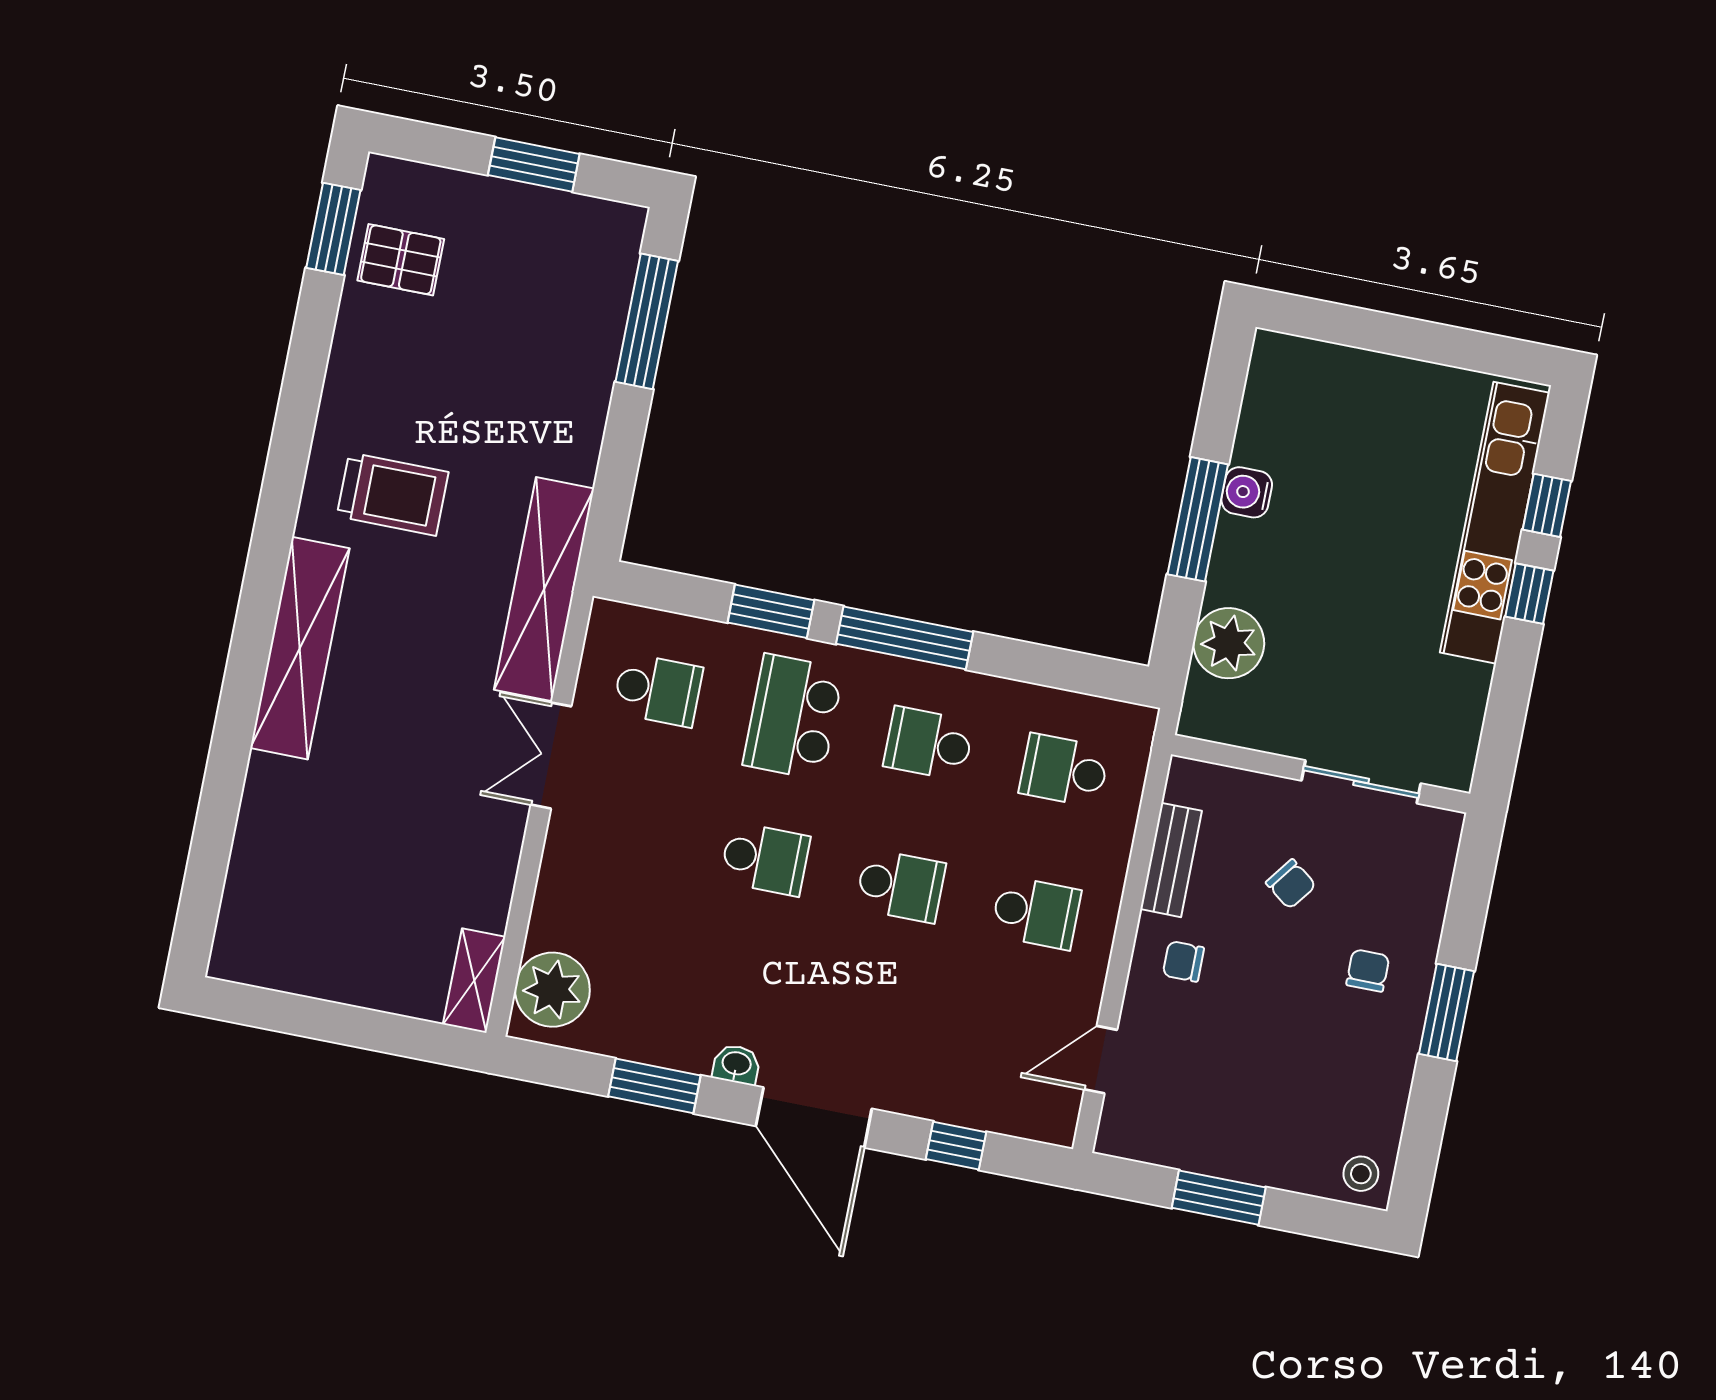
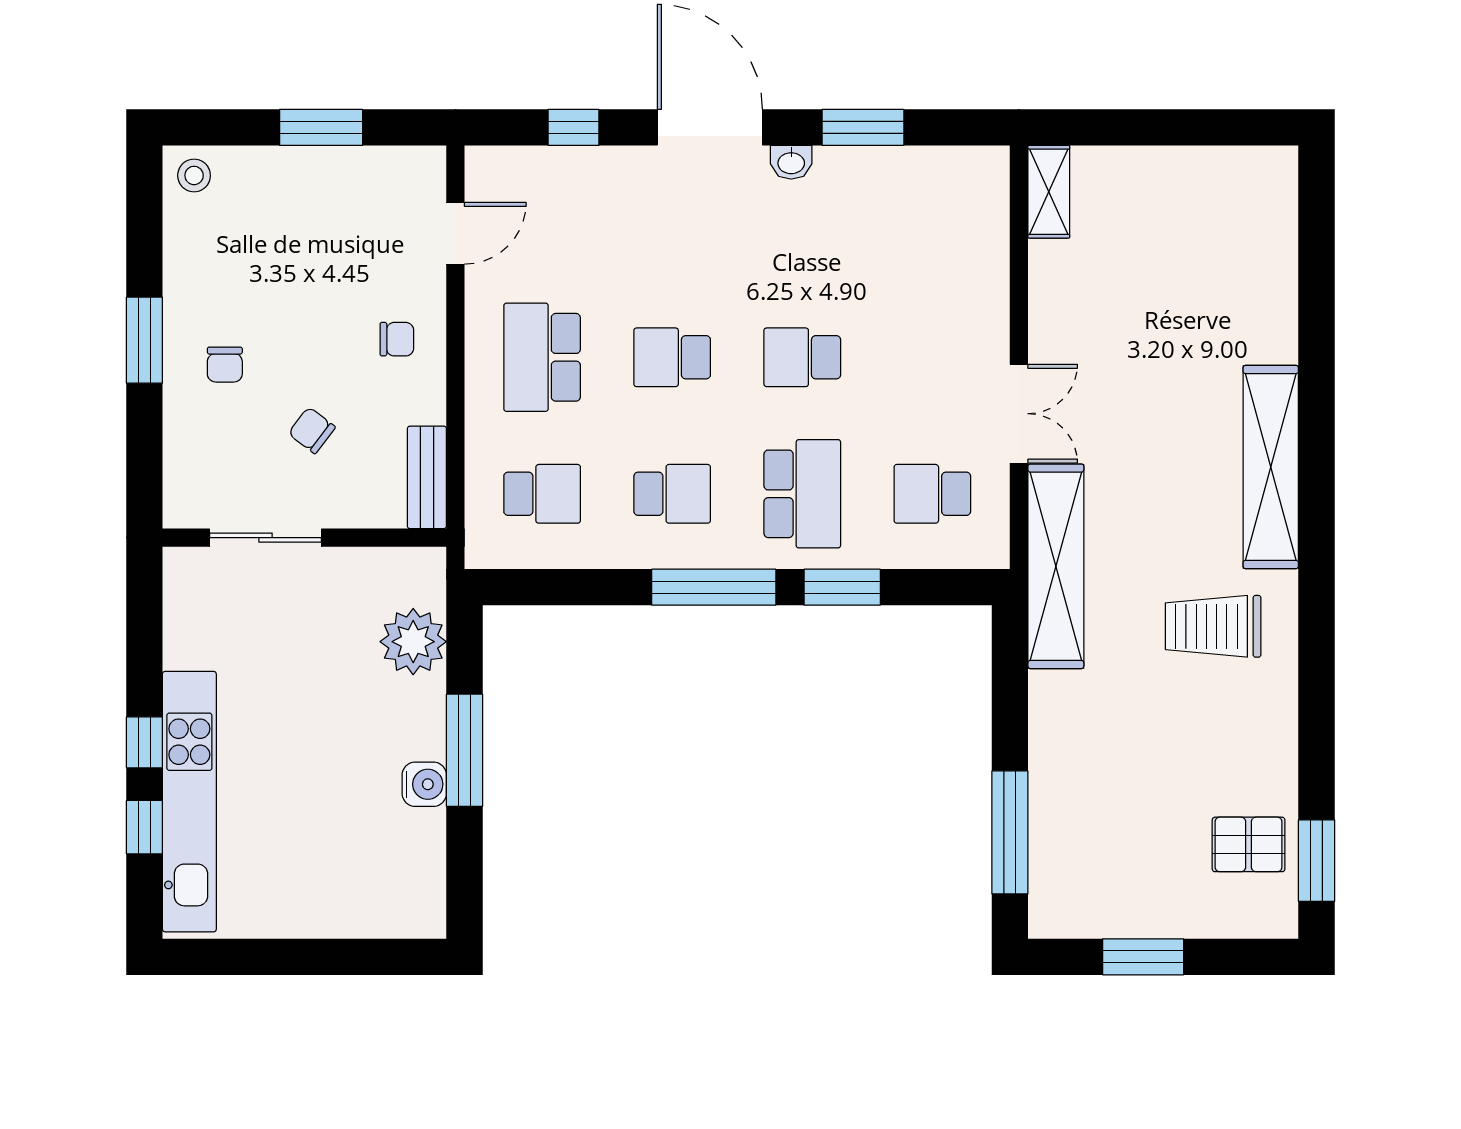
bench: (1171, 860) -> (427, 477), moved
school desk: (1036, 913) -> (542, 357), width x1.85
plant: (552, 990) -> (975, 198), removed

